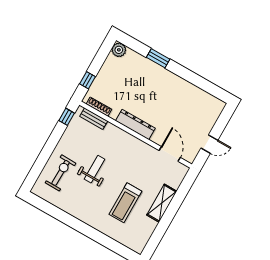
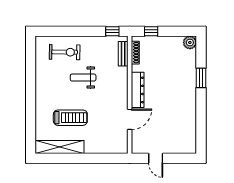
door: (170, 154) -> (130, 119), moved
weight bench: (94, 169) -> (83, 78), turned 180
treadmill: (125, 203) -> (70, 118), turned 180
shelving: (162, 203) -> (60, 147), moved, width x1.47

